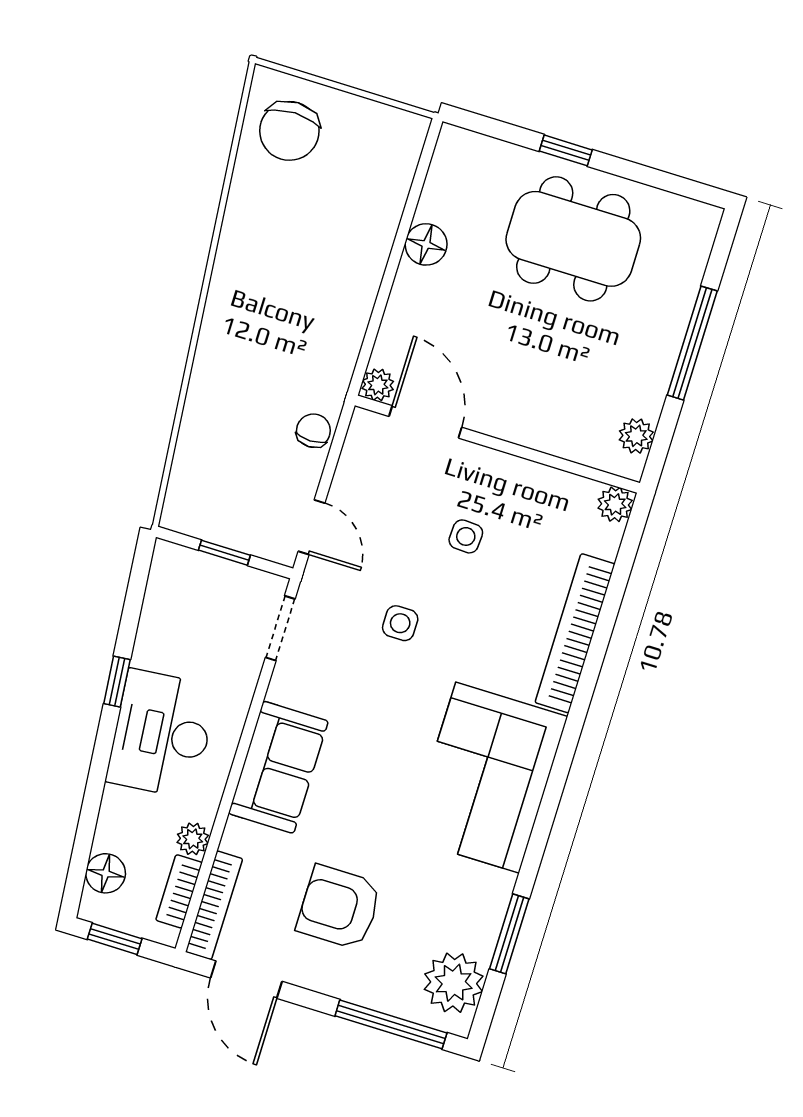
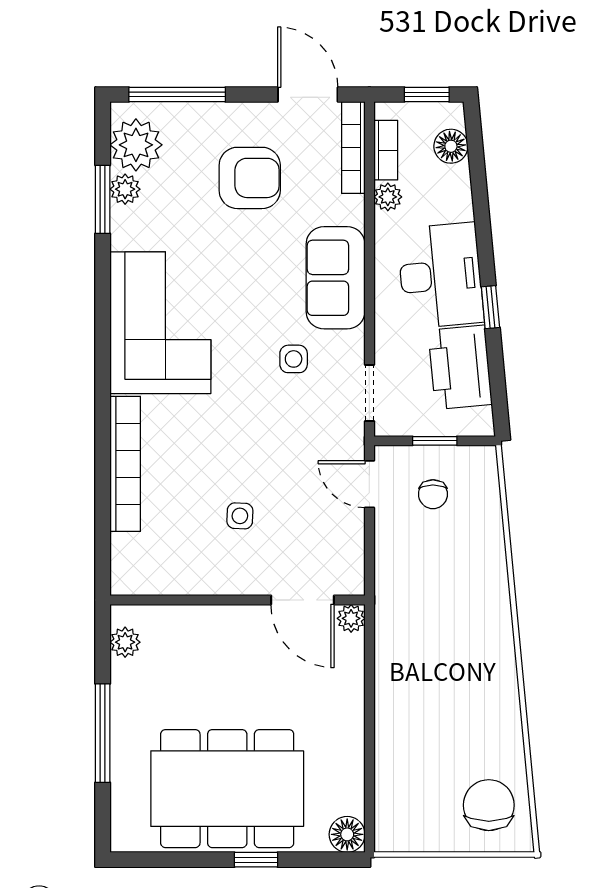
dining table: (573, 239) -> (227, 789), width x1.36, depth x1.24
floor lamp: (426, 244) -> (347, 834), moved
chair: (313, 431) -> (433, 494), moved
plant: (615, 504) -> (125, 189), moved
side table: (400, 623) -> (294, 359), moved
printer: (171, 625) -> (460, 367), added

